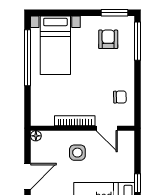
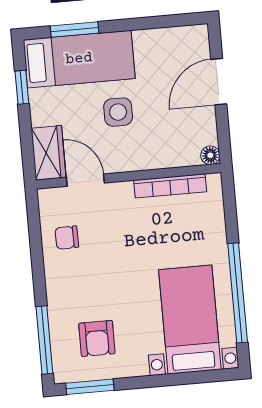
bookcase: (75, 121) -> (170, 186), moved
wardrobe: (126, 145) -> (49, 153), added
side table: (77, 153) -> (118, 112), moved

